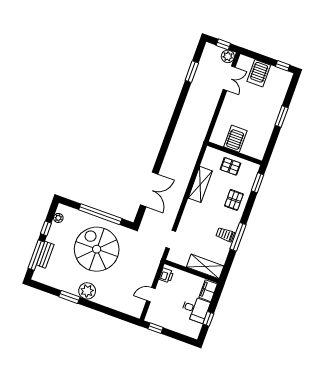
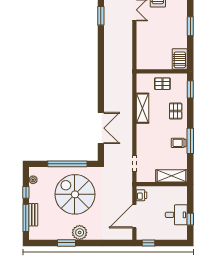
server rack: (235, 139) -> (180, 59), moved
filing cabinet: (208, 291) -> (182, 195), removed
door: (151, 295) -> (134, 216), width x1.87

